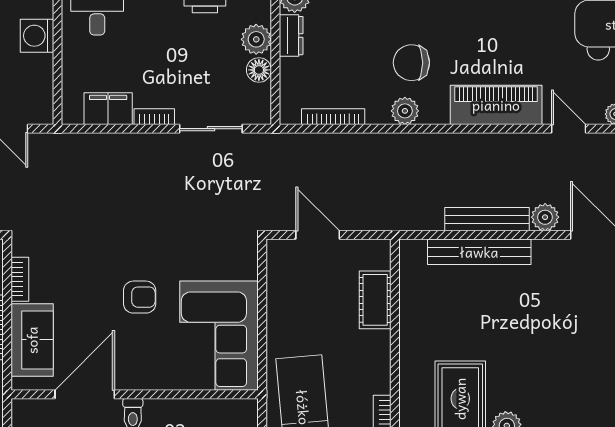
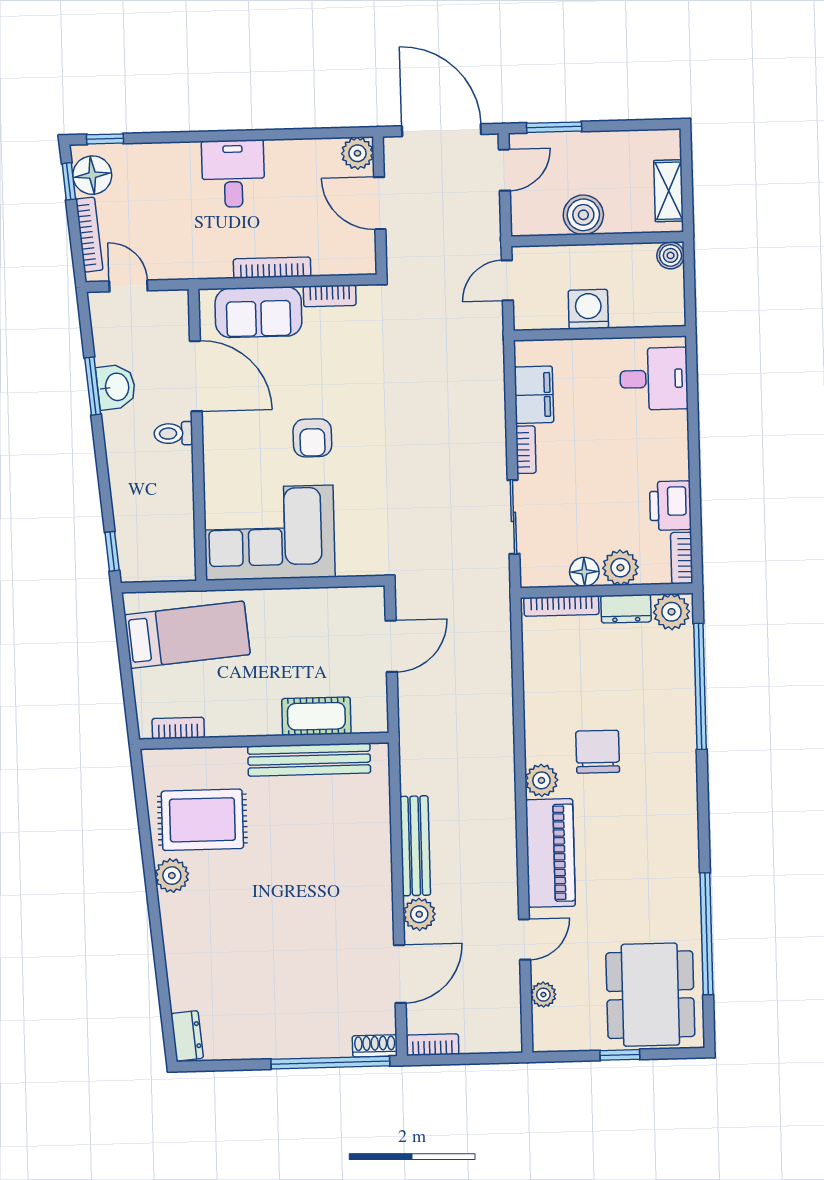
washing machine: (37, 36) -> (588, 309), moved
plant: (405, 111) -> (541, 780), moved
bookcase: (333, 117) -> (561, 606), moved, turned 90
bench: (479, 252) -> (309, 760), moved, turned 90

